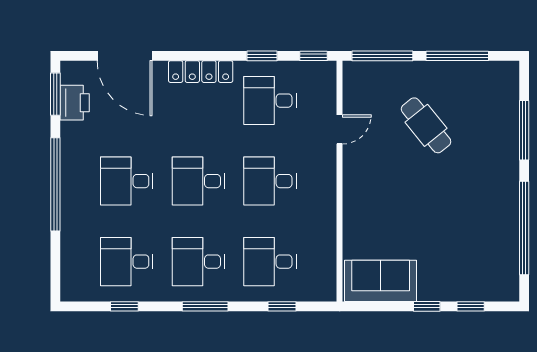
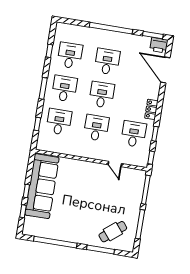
door: (125, 56) -> (165, 70), hinge flipped
locker: (201, 72) -> (151, 109), width x0.66
printer: (75, 103) -> (159, 45), moved
cafe table: (426, 125) -> (113, 232), moved
sofa: (381, 281) -> (42, 186), width x1.85, depth x1.27

